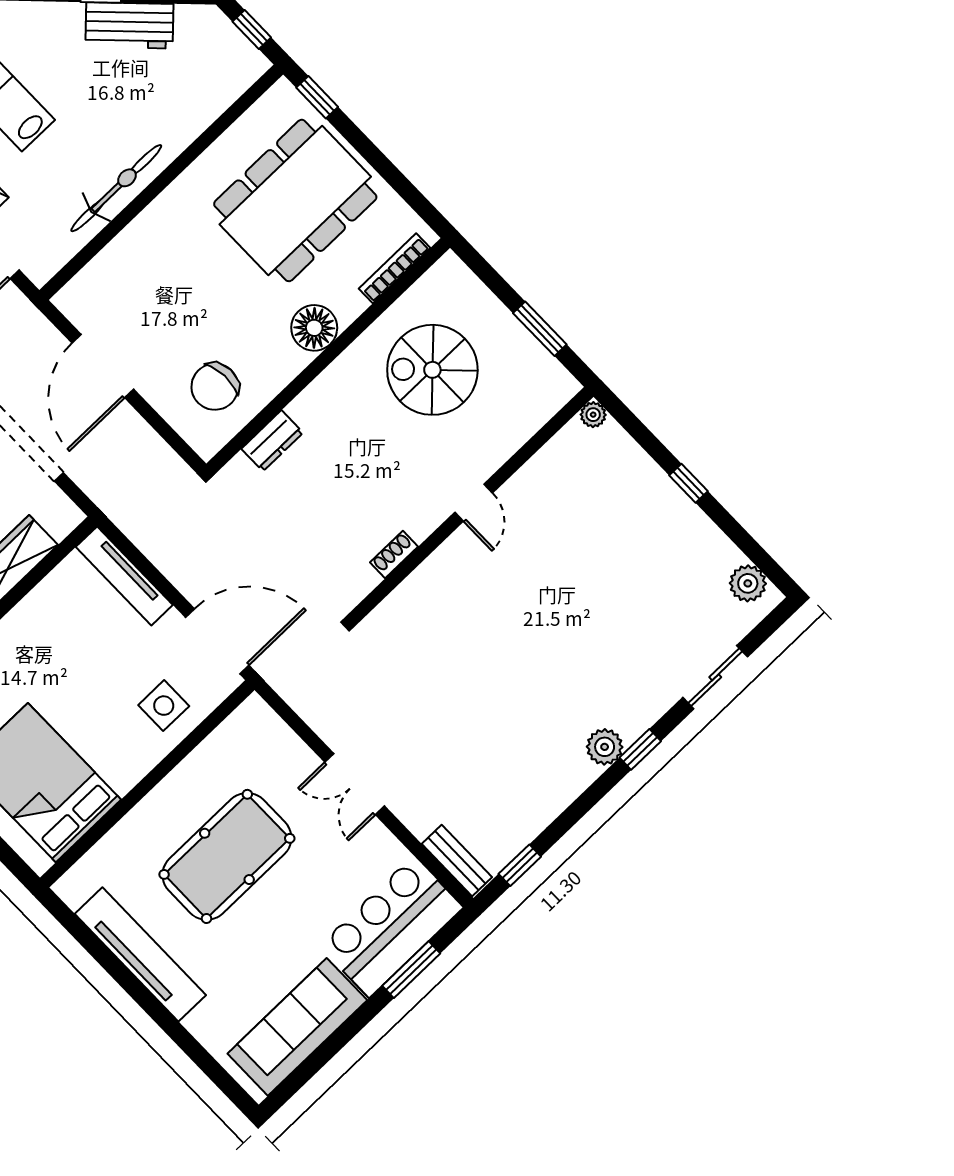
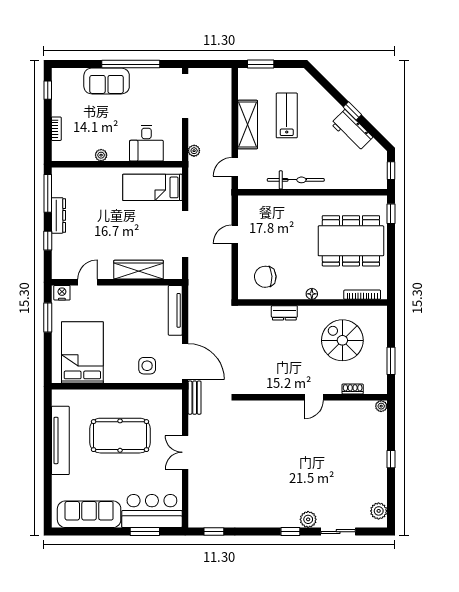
floor lamp: (314, 328) -> (312, 294), width x0.53, depth x0.53
door: (103, 366) -> (235, 234), width x0.53
dresser: (272, 441) -> (284, 313), moved
shoe rack: (394, 554) -> (353, 389), moved
plant: (605, 747) -> (308, 519), moved
bench: (457, 861) -> (195, 398), moved

